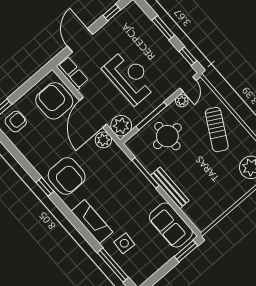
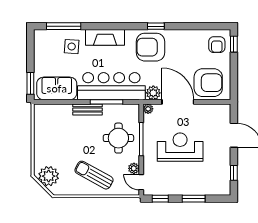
row of seats: (72, 73) -> (216, 111), removed
reception desk: (130, 77) -> (180, 147), turned 180
plant: (121, 126) -> (148, 109), width x0.53, depth x0.53
bar counter: (129, 180) -> (111, 86), added
bench: (170, 188) -> (87, 109), width x0.73

